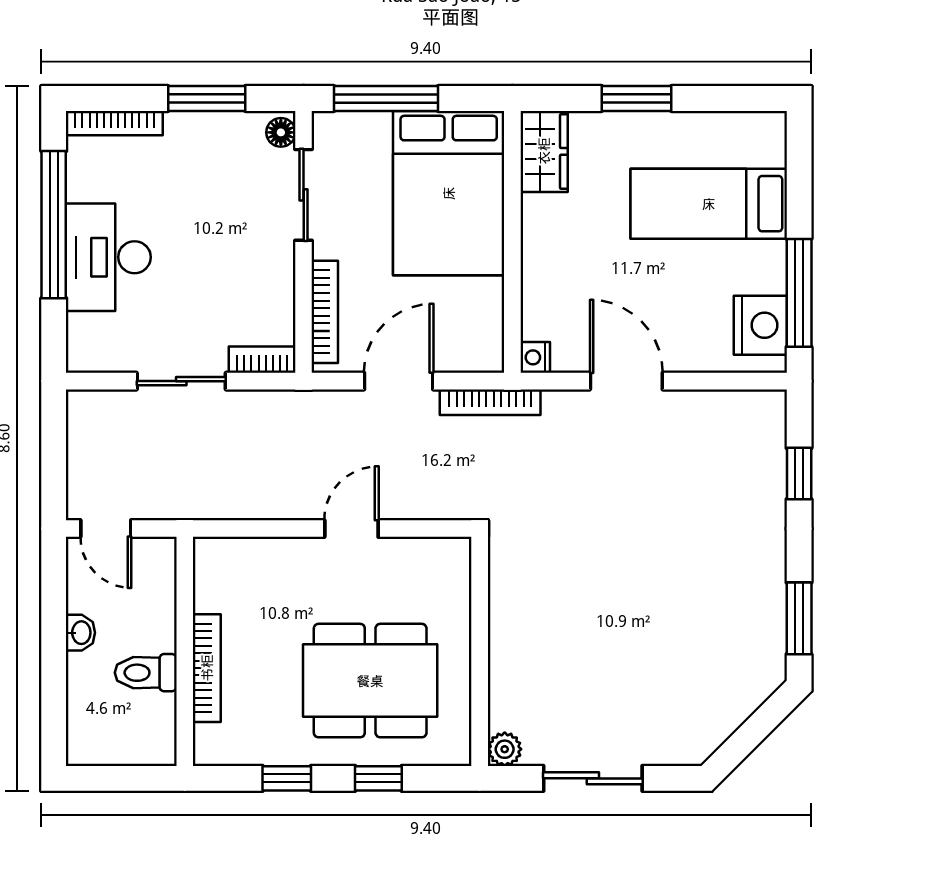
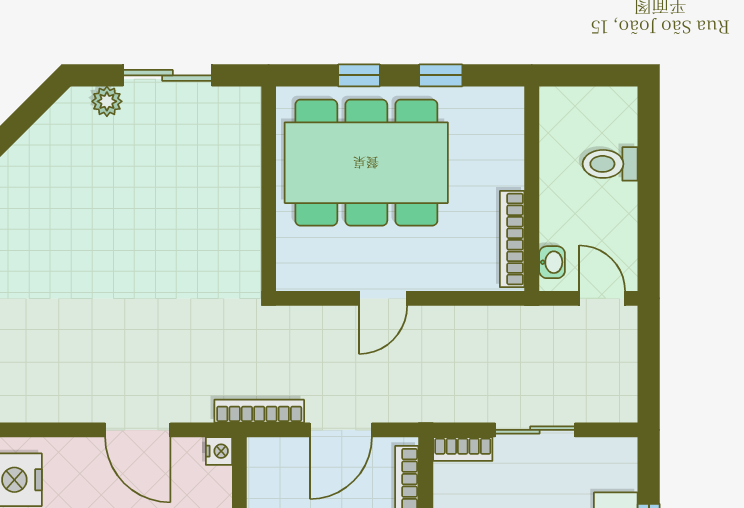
washbasin: (80, 633) -> (552, 262), moved, turned 180
bookcase: (207, 668) -> (512, 239), moved
toilet: (146, 673) -> (610, 164), moved, turned 180
dining table: (370, 681) -> (366, 163), width x1.36, depth x1.24
plant: (505, 749) -> (107, 101), moved

